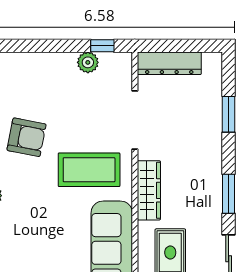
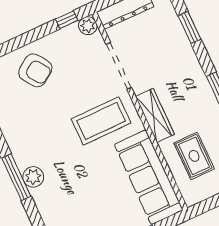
plant: (88, 62) -> (88, 26), moved
armchair: (27, 137) -> (35, 70), moved, turned 44

